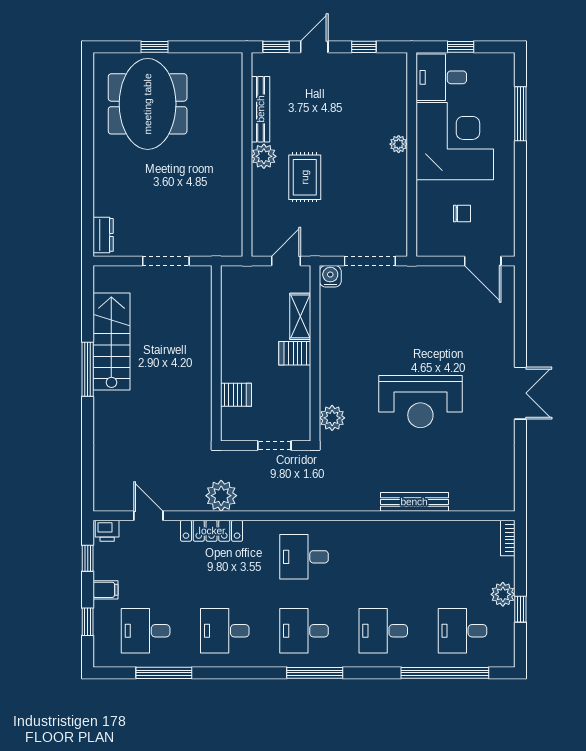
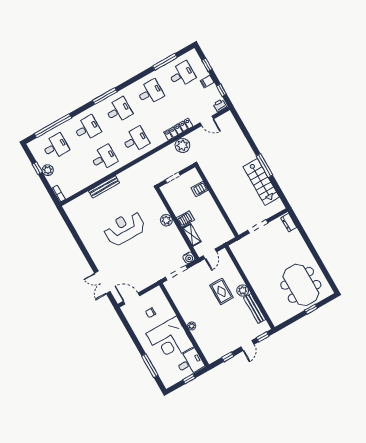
double door: (520, 393) -> (102, 282), moved
plant: (332, 418) -> (166, 220), moved
desk: (383, 557) -> (104, 158), added

